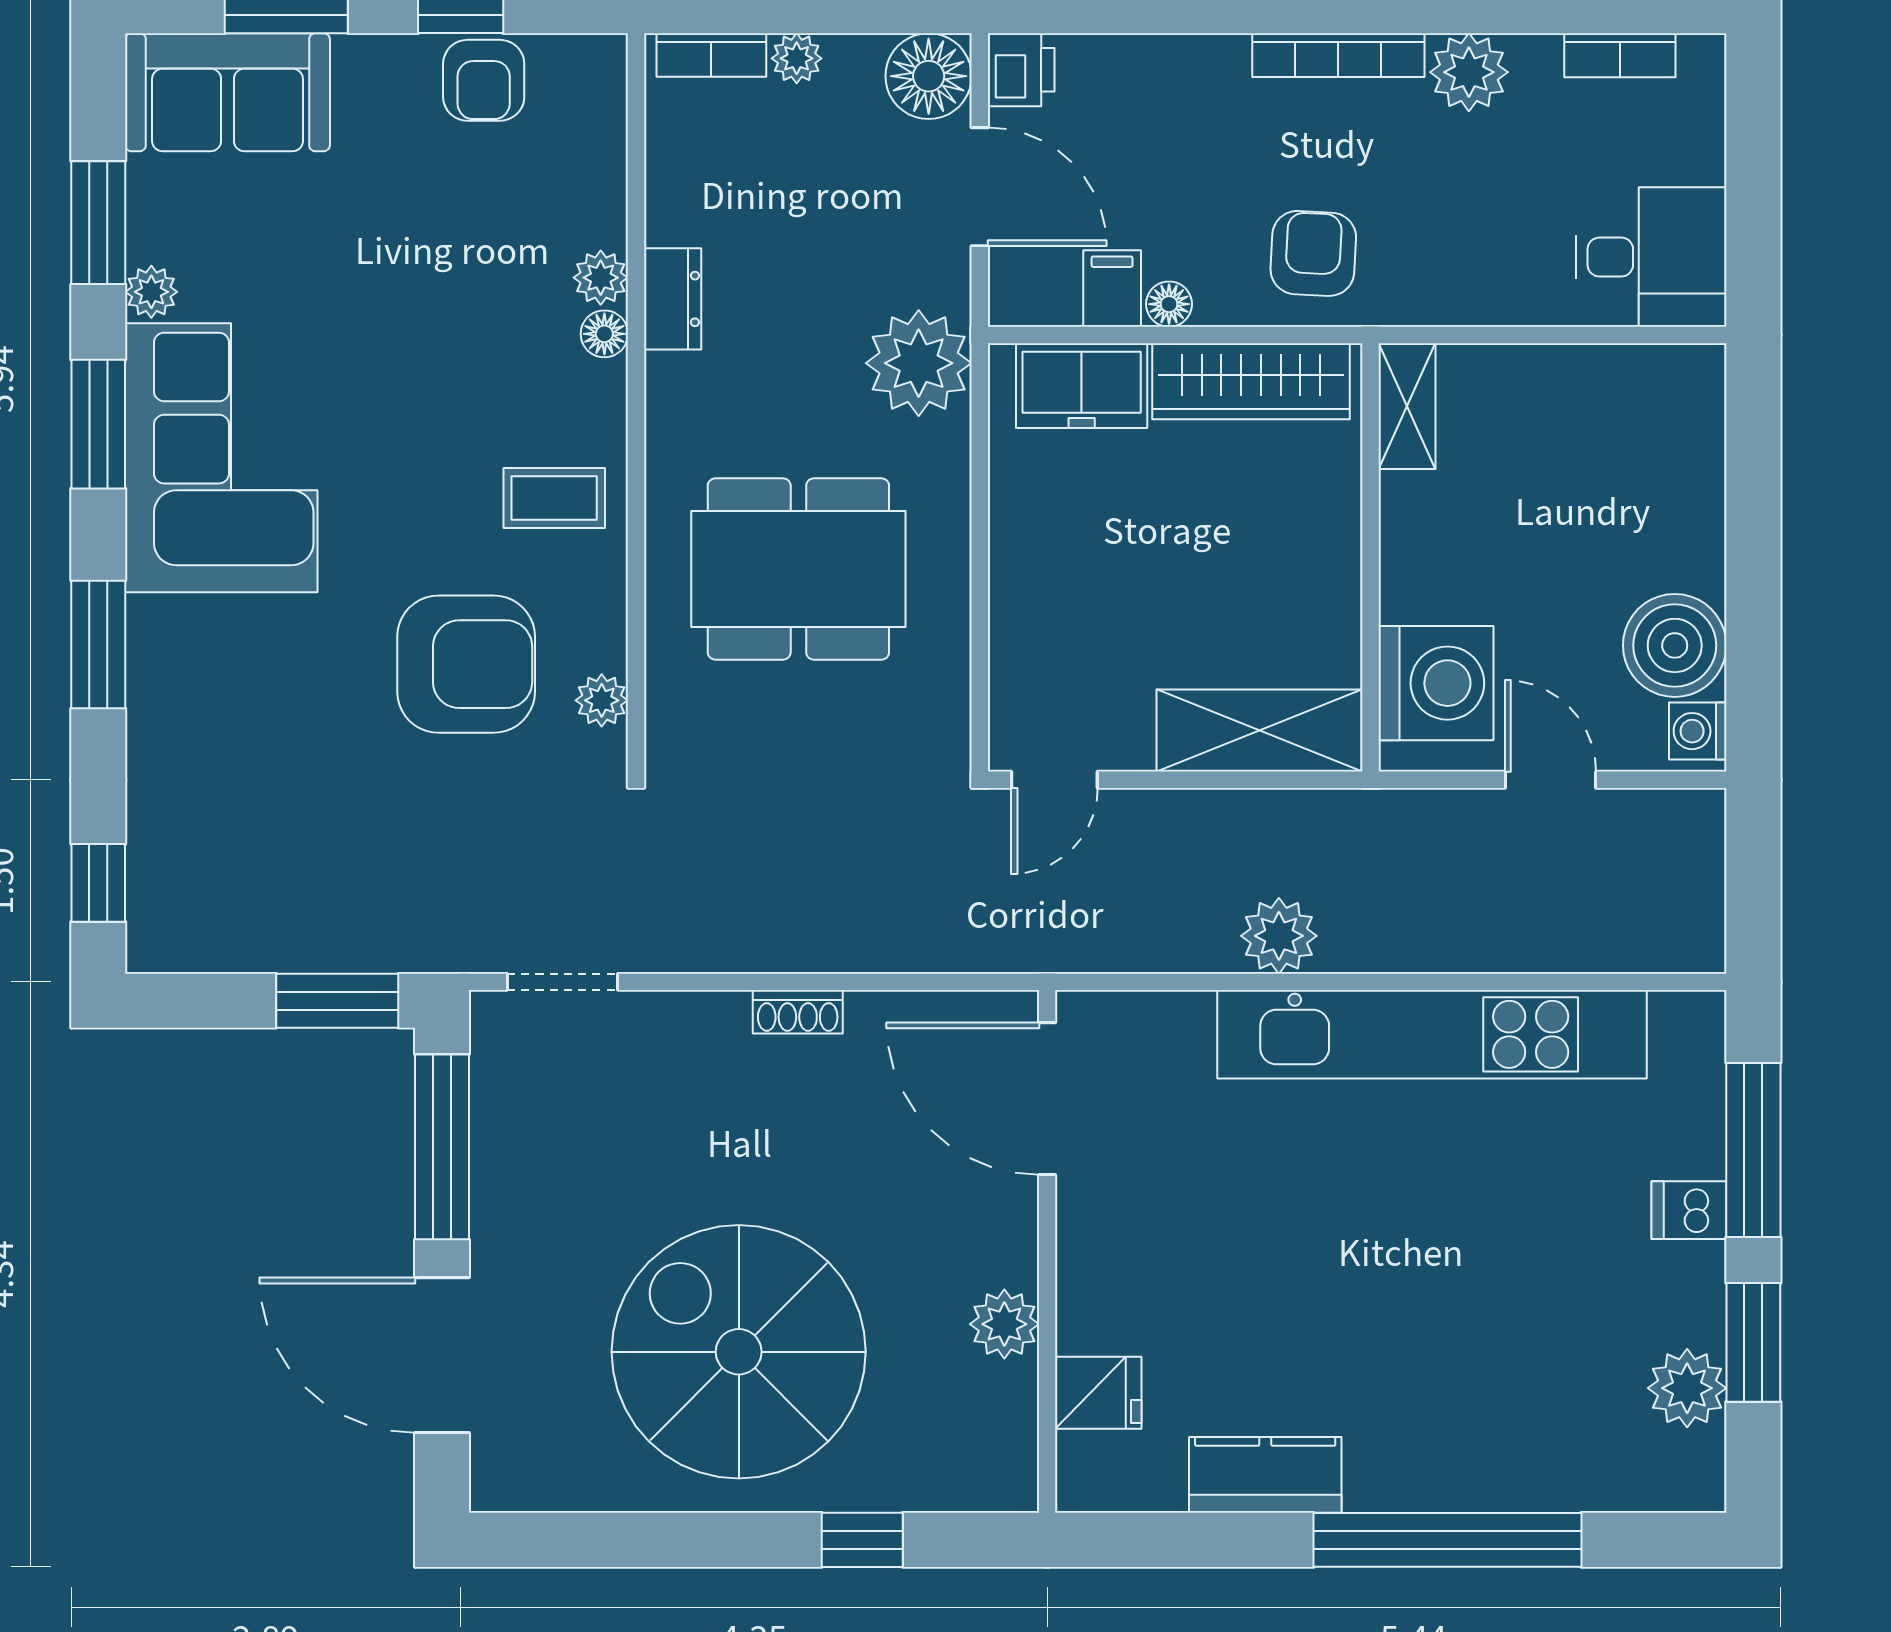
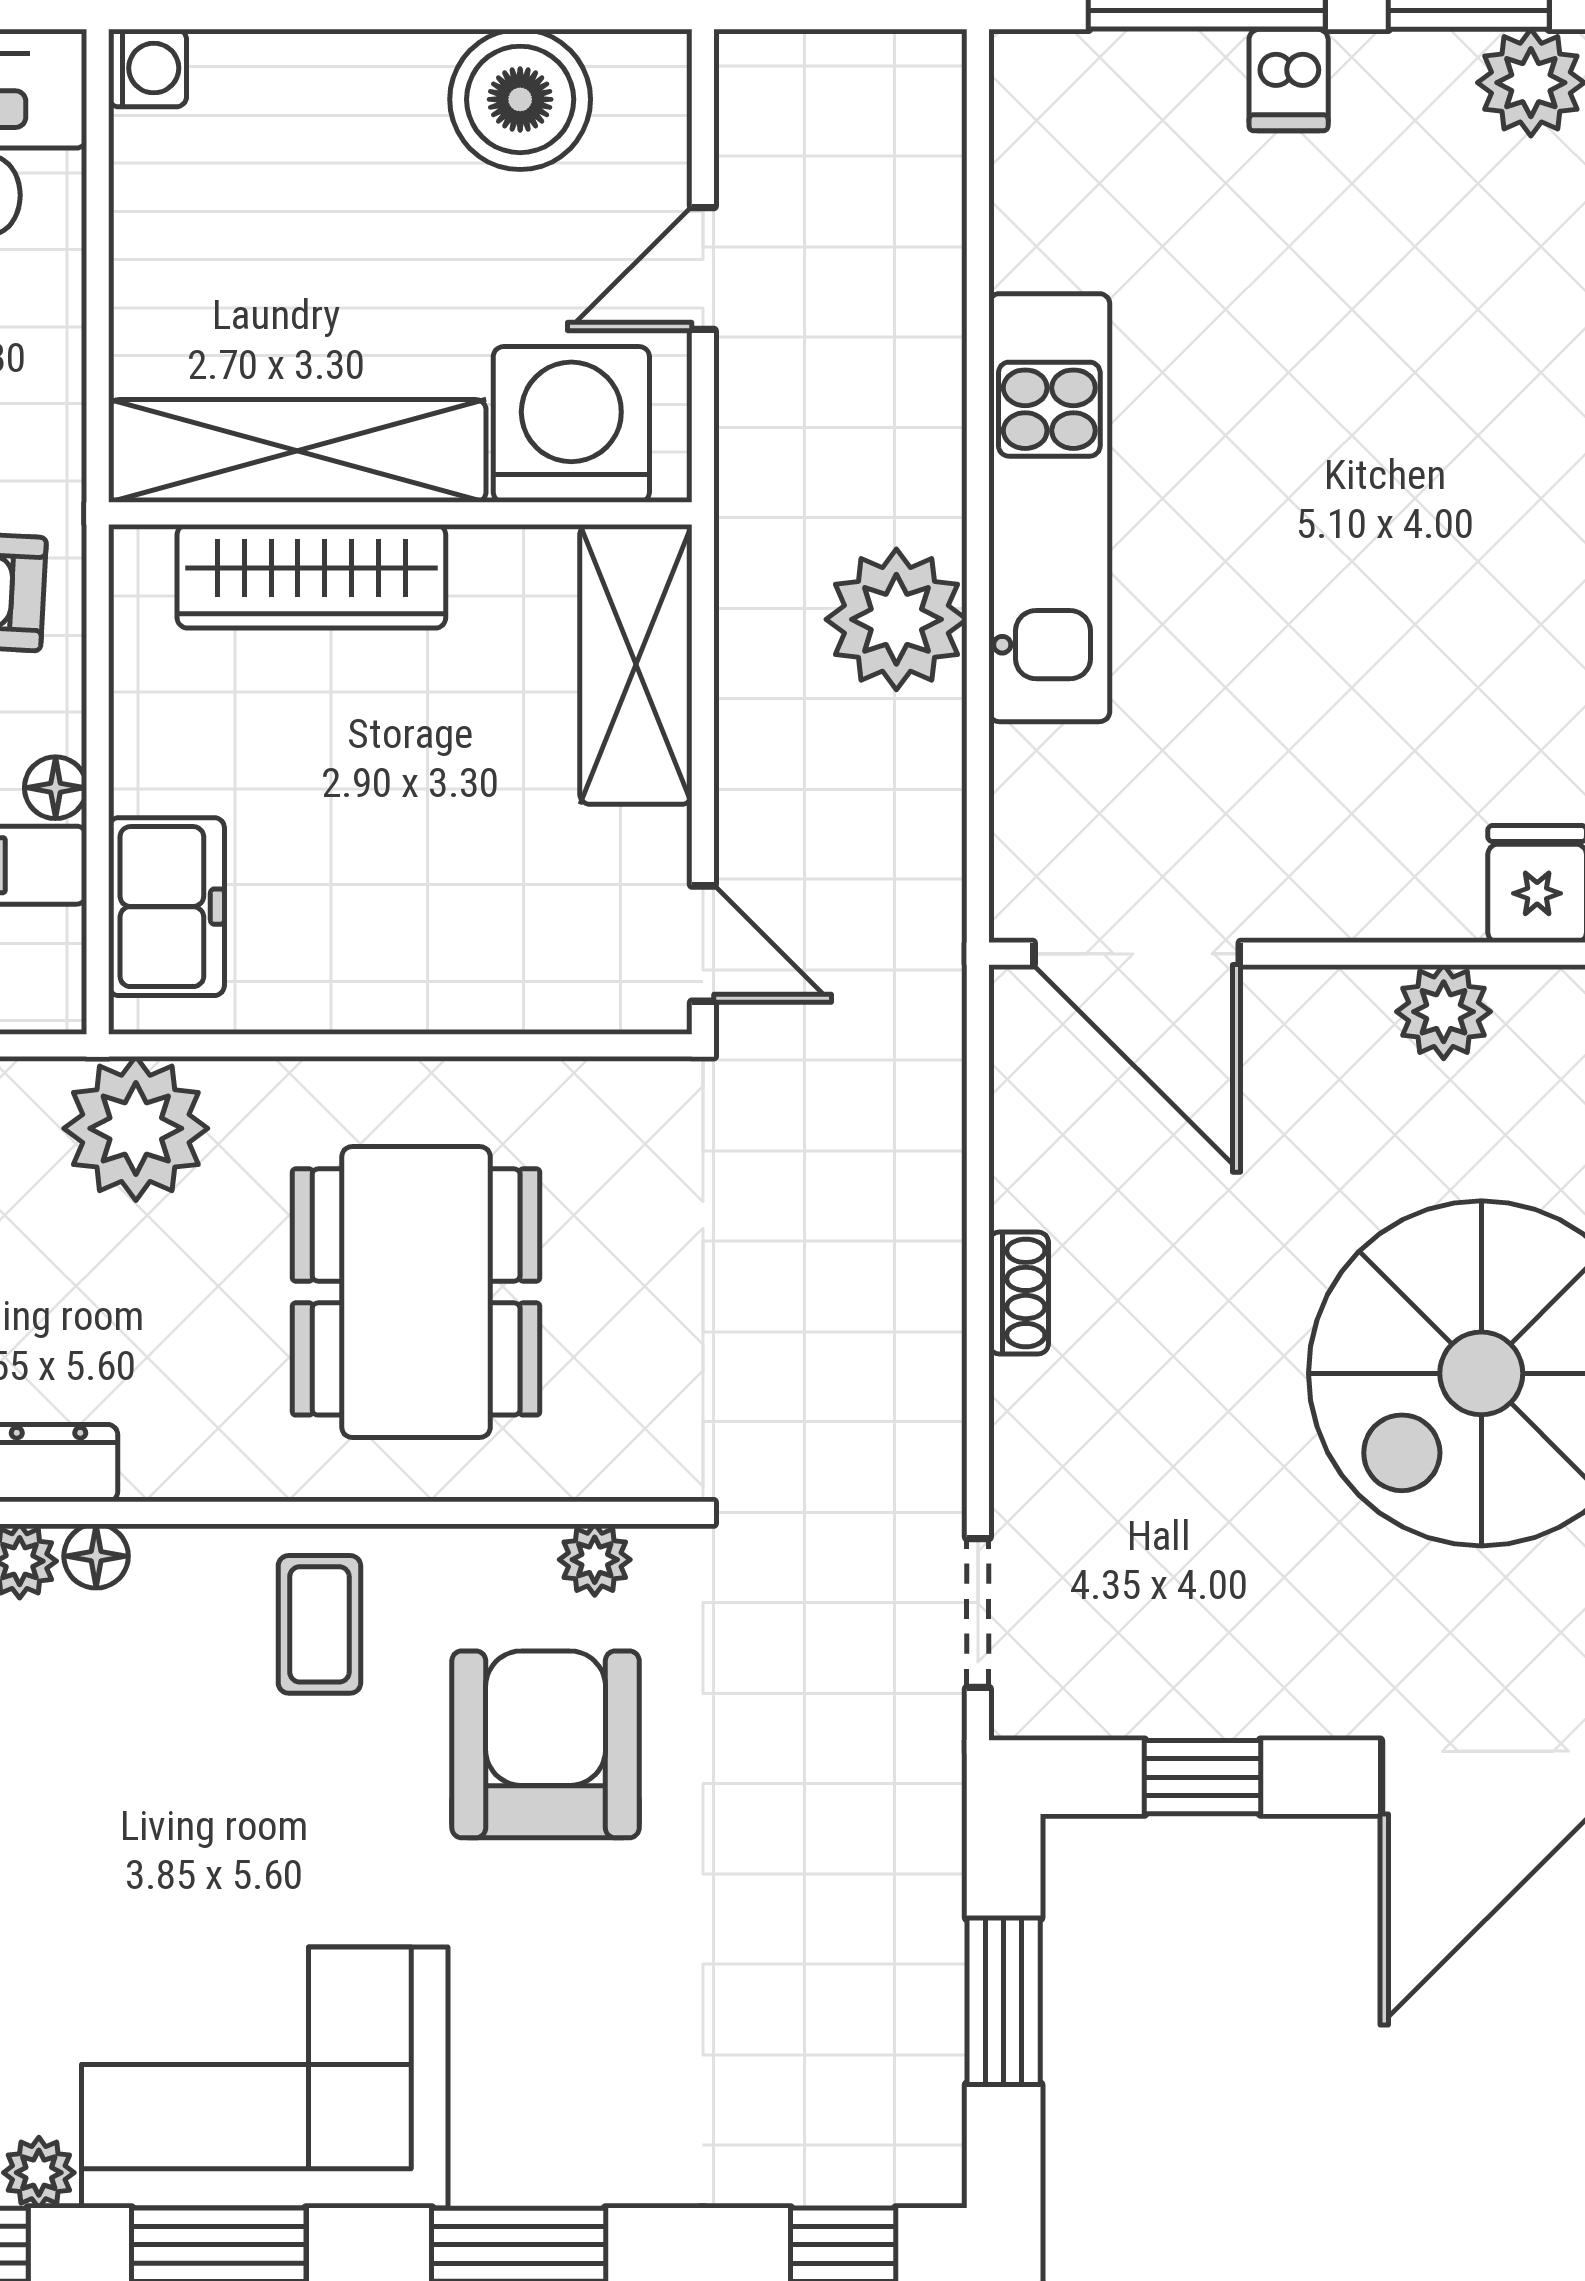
wardrobe: (1251, 381) -> (311, 576), moved, turned 90
shelving: (1407, 406) -> (297, 451), width x2.20, depth x1.33
washing machine: (1698, 731) -> (147, 68), moved, turned -90
plant: (1279, 936) -> (896, 619), width x1.36, depth x1.36
window: (337, 1001) -> (1004, 2001), moved
kitchen unit: (1432, 1034) -> (1049, 508), width x0.73
door: (1047, 1099) -> (1137, 954), hinge flipped
window: (442, 1147) -> (1202, 1777), width x0.46

